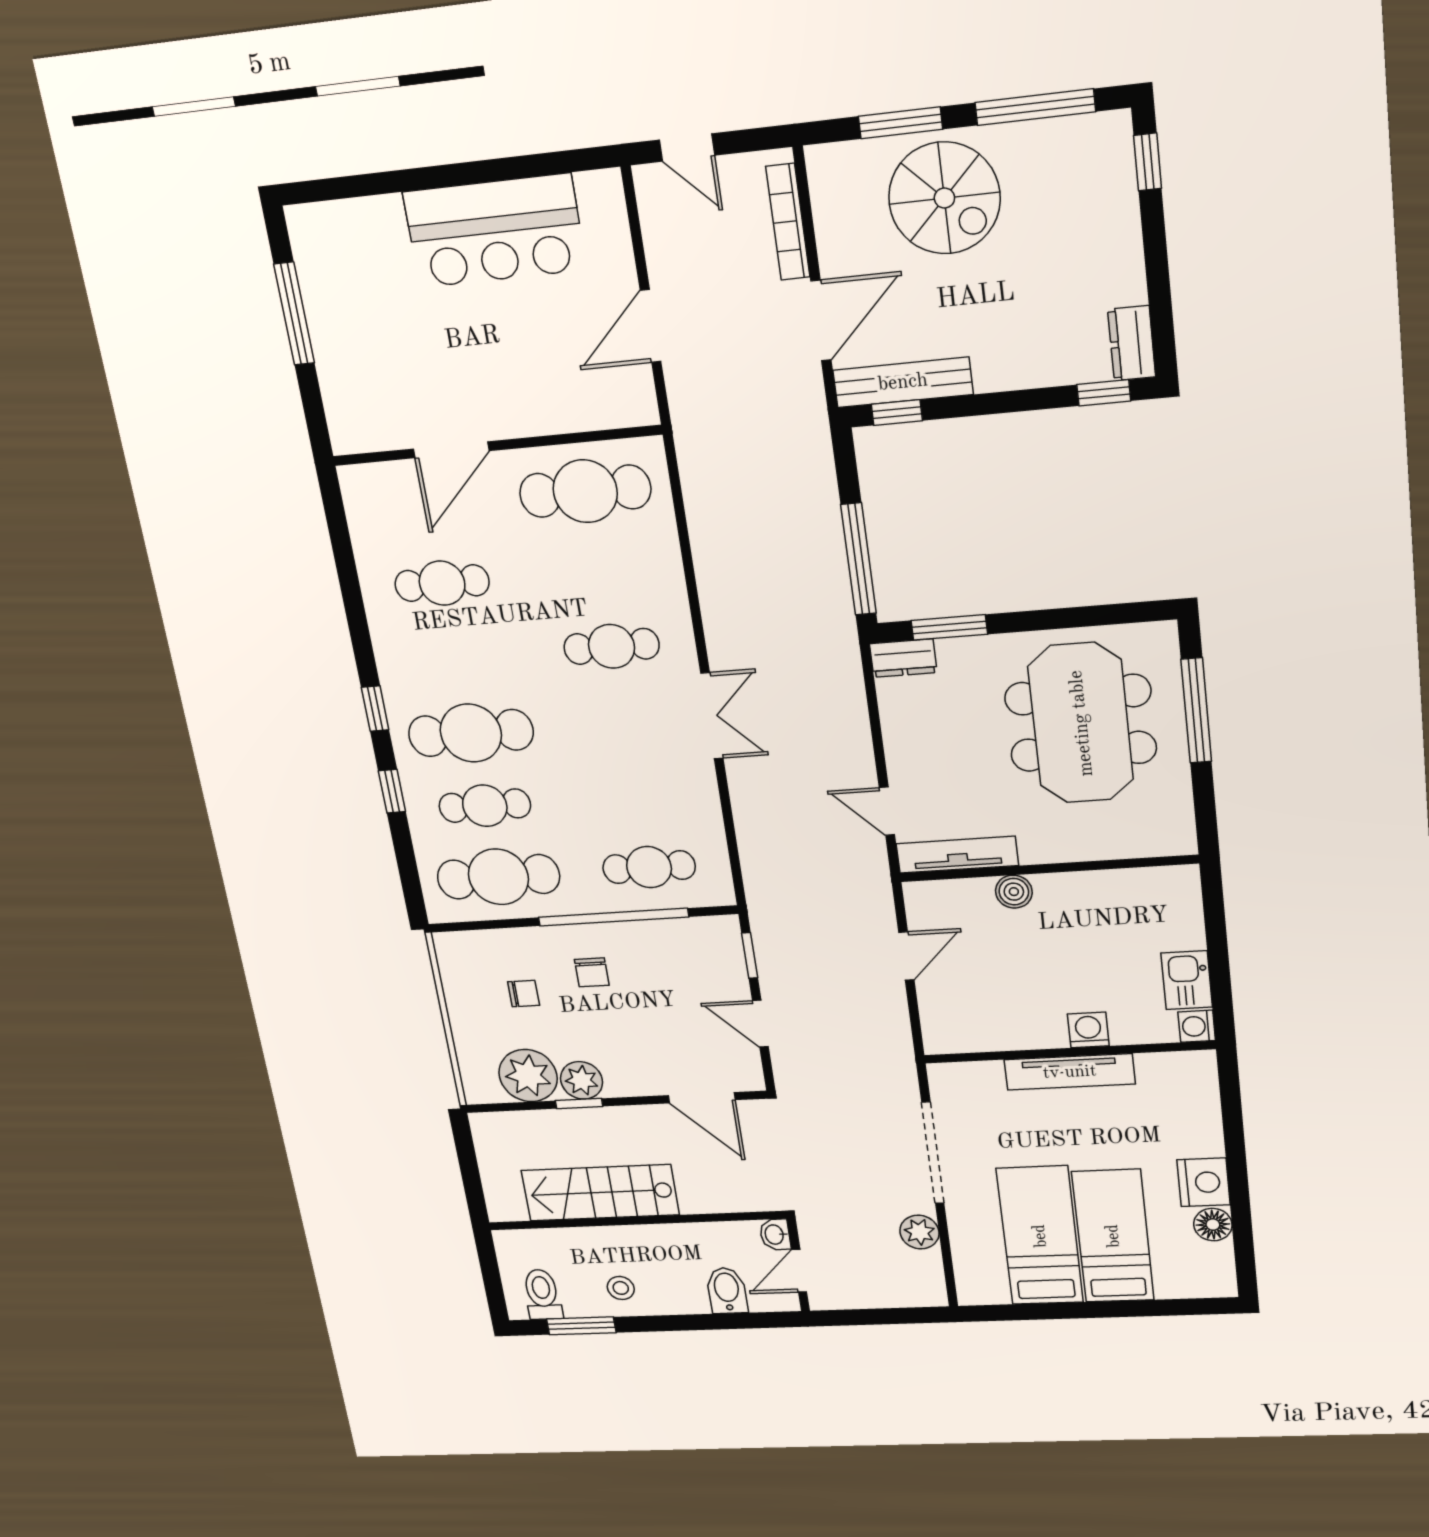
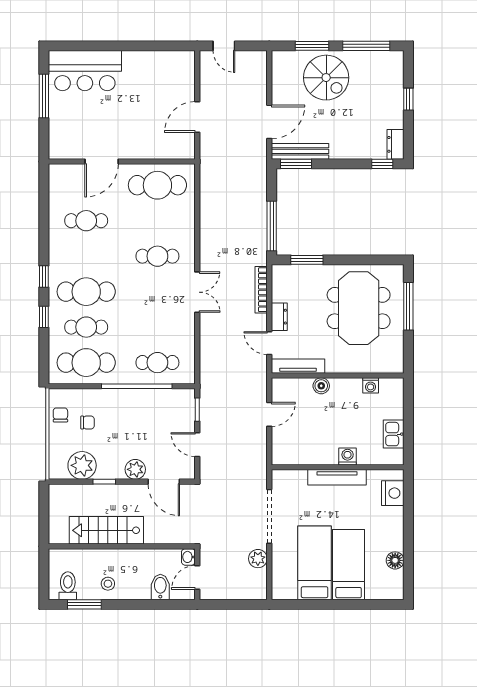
window: (1148, 162) -> (408, 99), moved
bookcase: (788, 222) -> (261, 290), moved
bar counter: (495, 231) -> (85, 71), moved
window: (897, 412) -> (296, 164), width x1.50
dresser: (903, 658) -> (279, 317), moved, turned -90
chair: (592, 972) -> (60, 415), moved, turned 180
washing machine: (1197, 1026) -> (371, 385), moved, turned -90
plant: (582, 1080) -> (135, 469), moved
nightstand: (1204, 1182) -> (393, 493), moved

